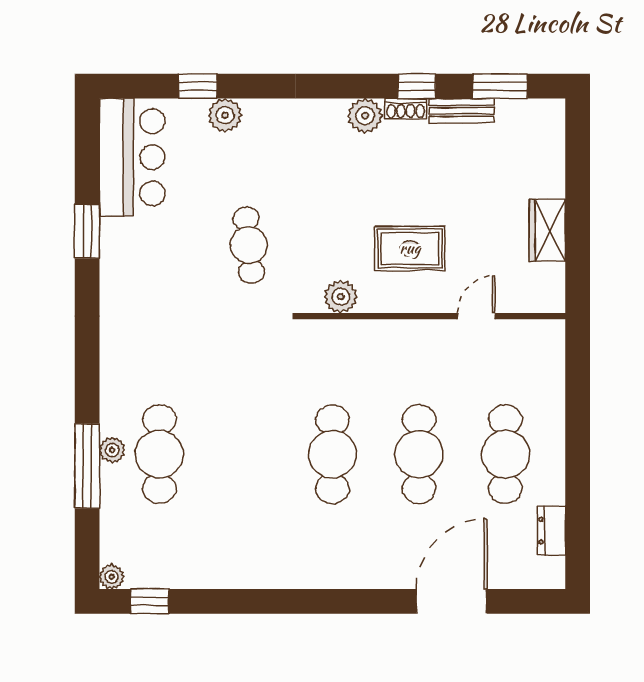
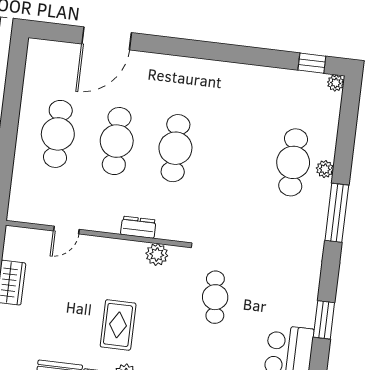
rug: (410, 248) -> (118, 325), moved, turned 90
window: (87, 466) -> (337, 213), moved
dresser: (552, 531) -> (138, 227), moved, turned -90

